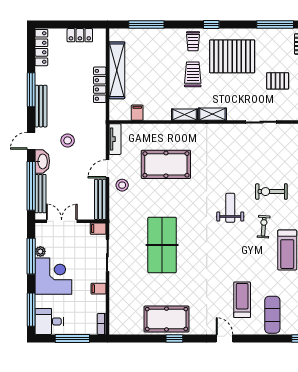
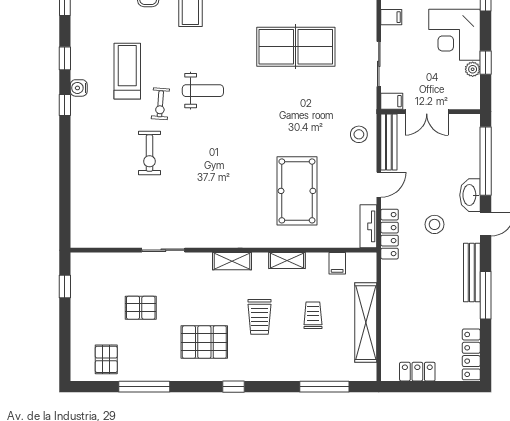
trolley: (193, 41) -> (313, 315), moved
pallet: (232, 56) -> (204, 342), width x0.73, depth x0.71
locker: (100, 85) -> (390, 234), moved
shelving: (185, 115) -> (287, 260), moved
pool table: (166, 164) -> (297, 191), turned 90
stool: (122, 185) -> (359, 134), moved
exercise bike: (271, 192) -> (149, 153), turned 90
bench: (40, 194) -> (472, 150), removed
weight bench: (230, 208) -> (203, 91), moved, turned -90
double door: (62, 221) -> (427, 112), moved
table tennis table: (162, 245) -> (296, 47), moved, turned 90
window: (31, 256) -> (486, 63), width x0.46

